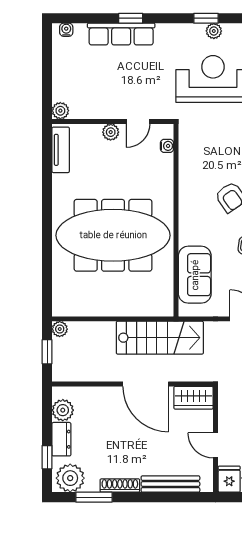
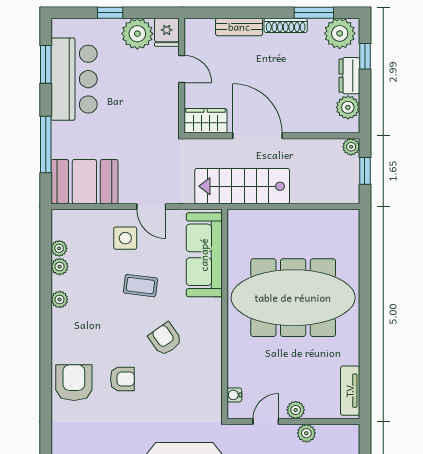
plant: (60, 111) -> (306, 433), moved
sofa: (195, 275) -> (204, 255), width x1.36
plant: (60, 329) -> (351, 147), moved
bench: (170, 484) -> (239, 27), width x0.73

